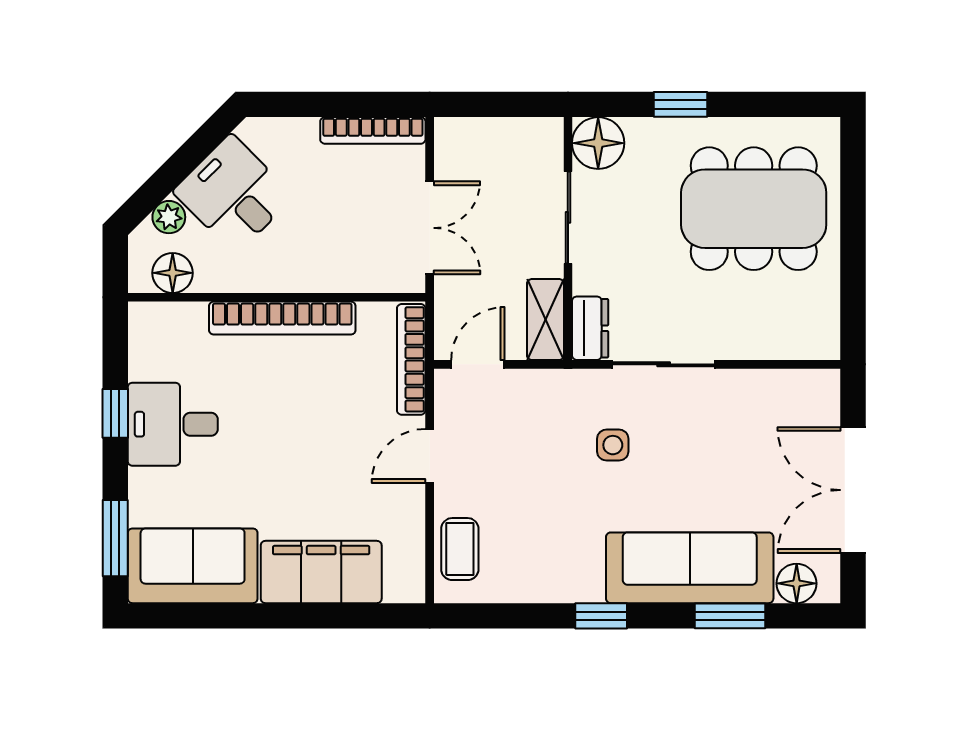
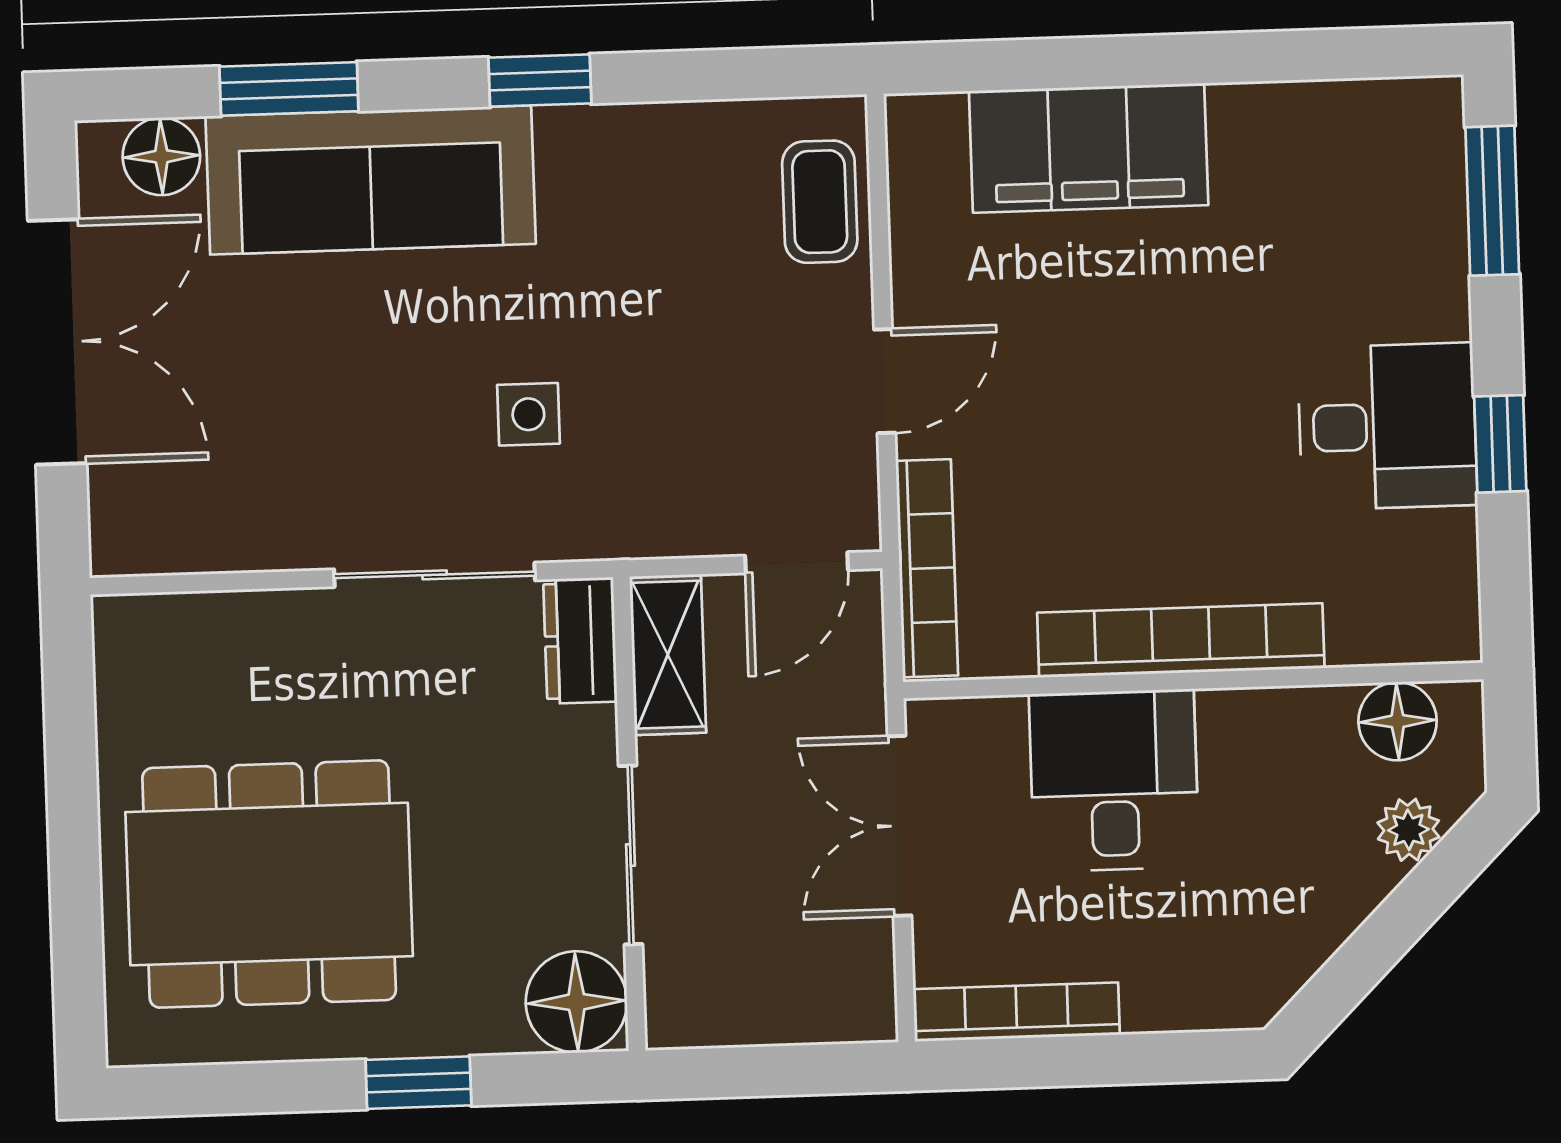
desk: (233, 194) -> (1114, 780), moved, turned -135
sofa: (193, 566) -> (1340, 152), removed

